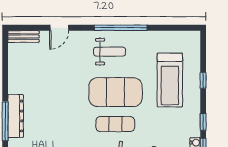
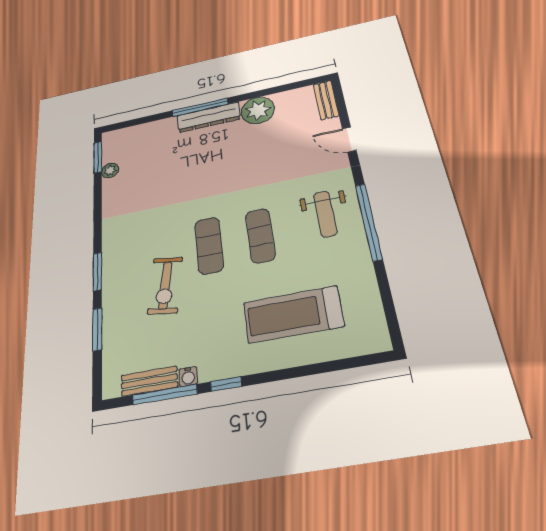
window: (203, 80) -> (301, 371), removed
plant: (19, 82) -> (258, 110), added
exercise mat: (116, 92) -> (260, 236), width x0.50, depth x0.69

